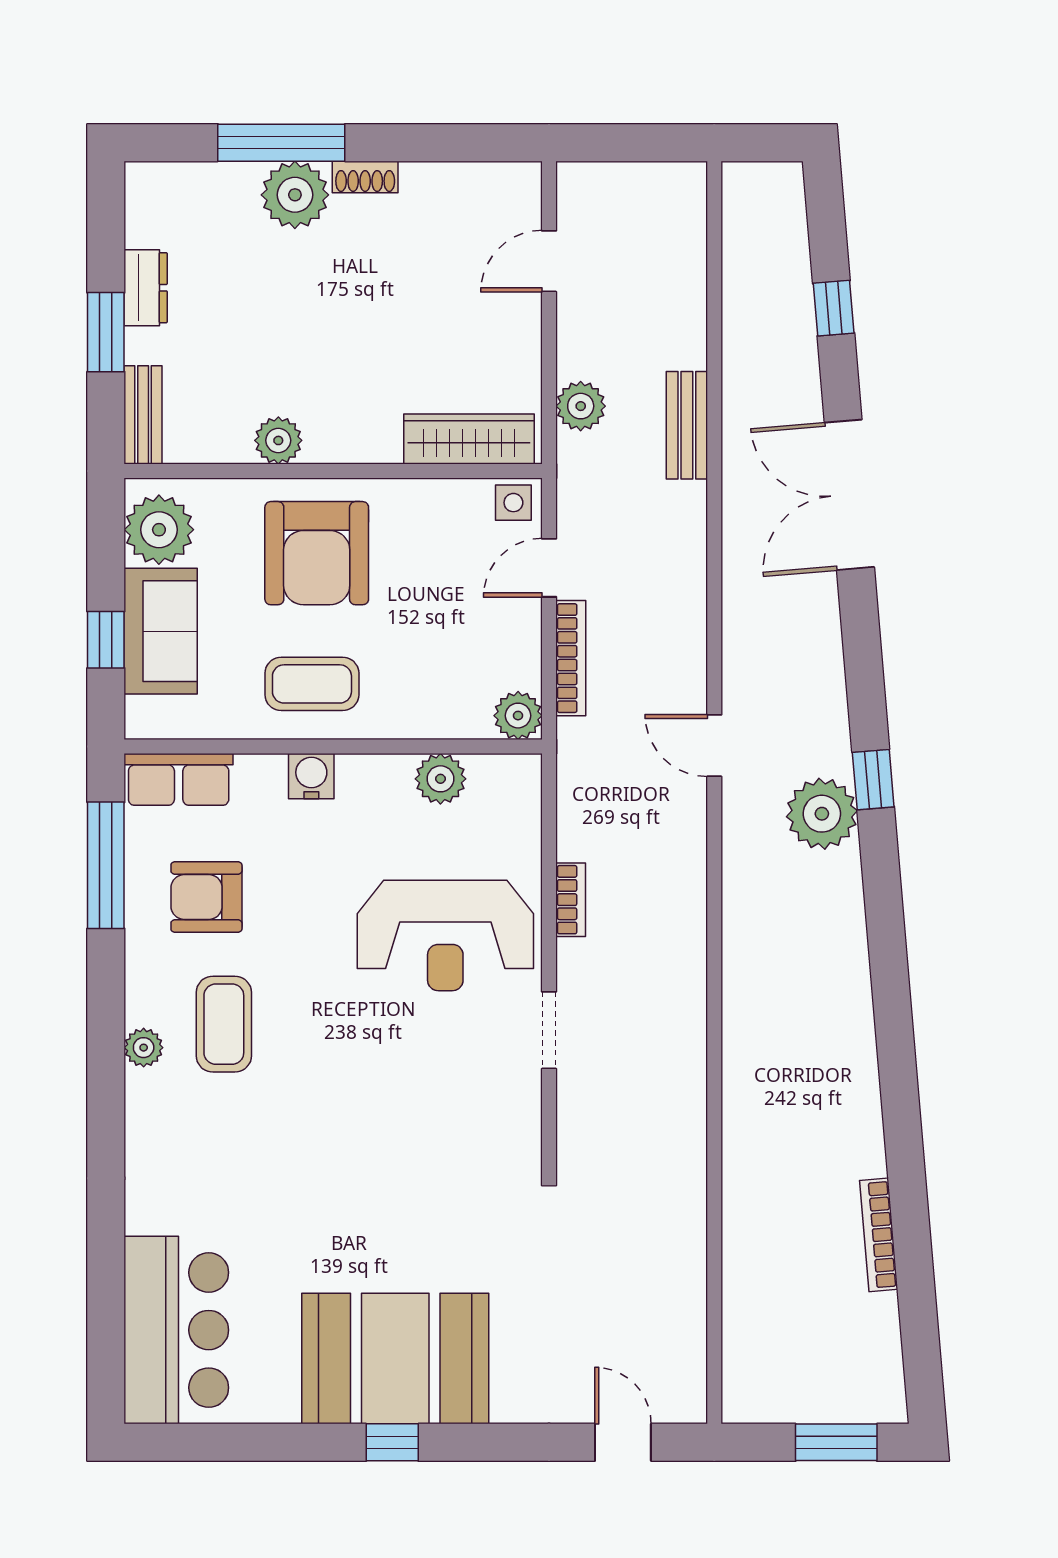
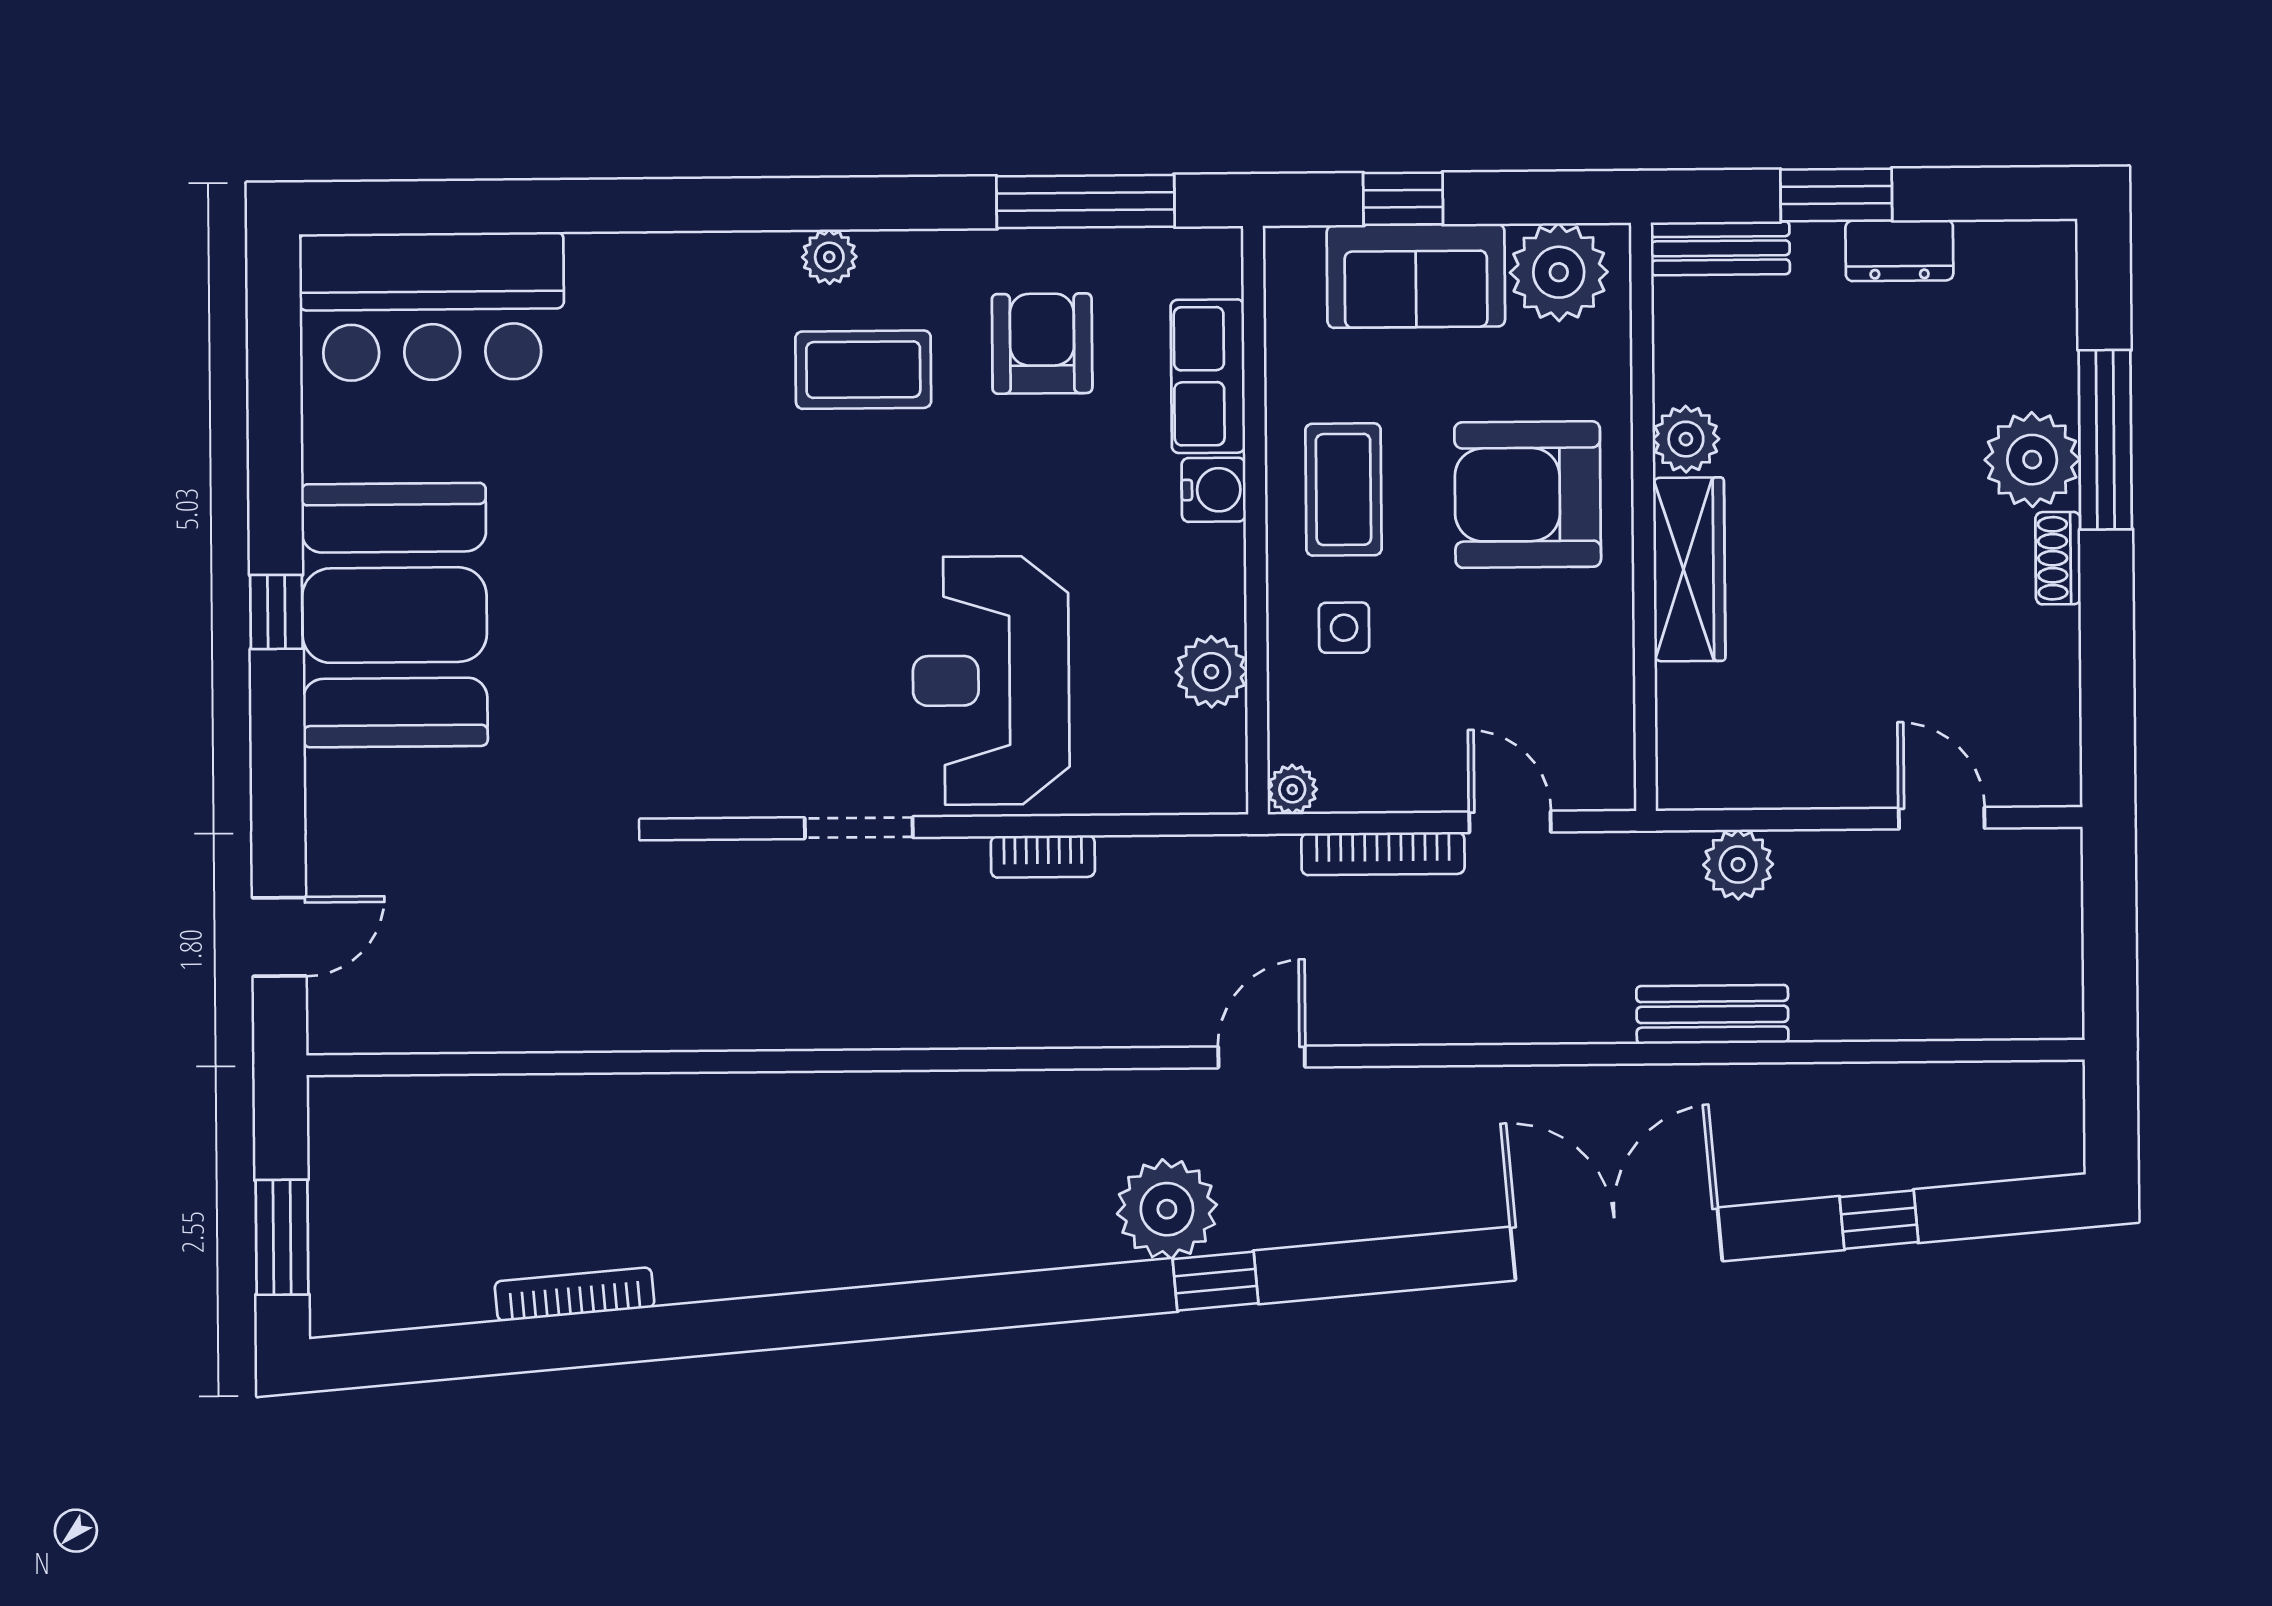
wardrobe: (469, 439) -> (1689, 569), moved
side table: (513, 503) -> (1344, 628), moved
plant: (518, 716) -> (1292, 789), width x0.73, depth x0.73
row of seats: (179, 779) -> (1208, 376), moved

